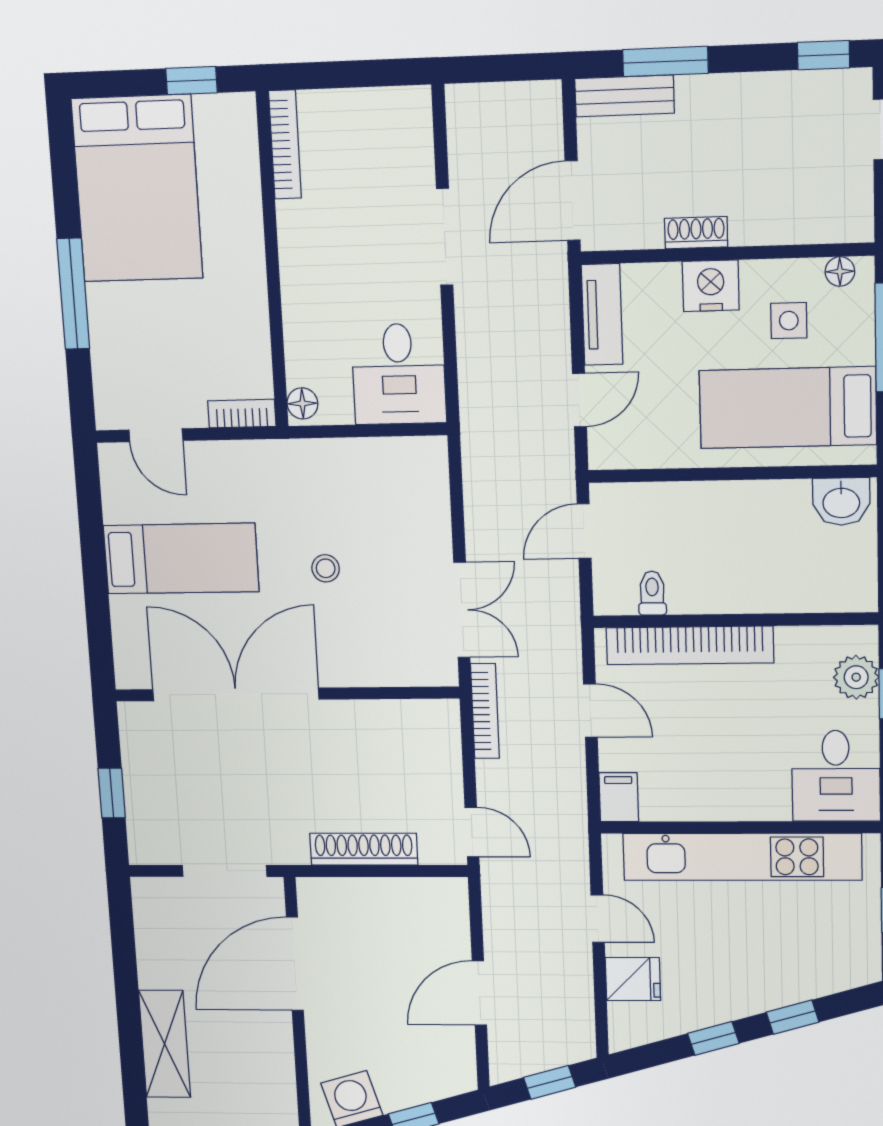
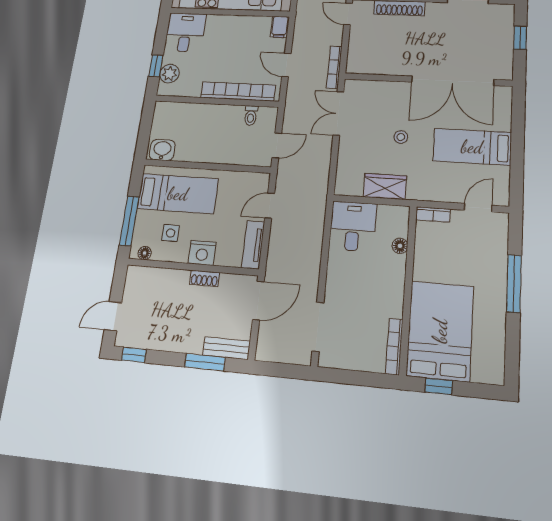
bed: (137, 189) -> (440, 331), moved
doorway: (445, 237) -> (318, 327), moved
floor lamp: (302, 403) -> (400, 246), moved
door: (156, 435) -> (478, 208), hinge flipped
wardrobe: (345, 462) -> (385, 186), added

